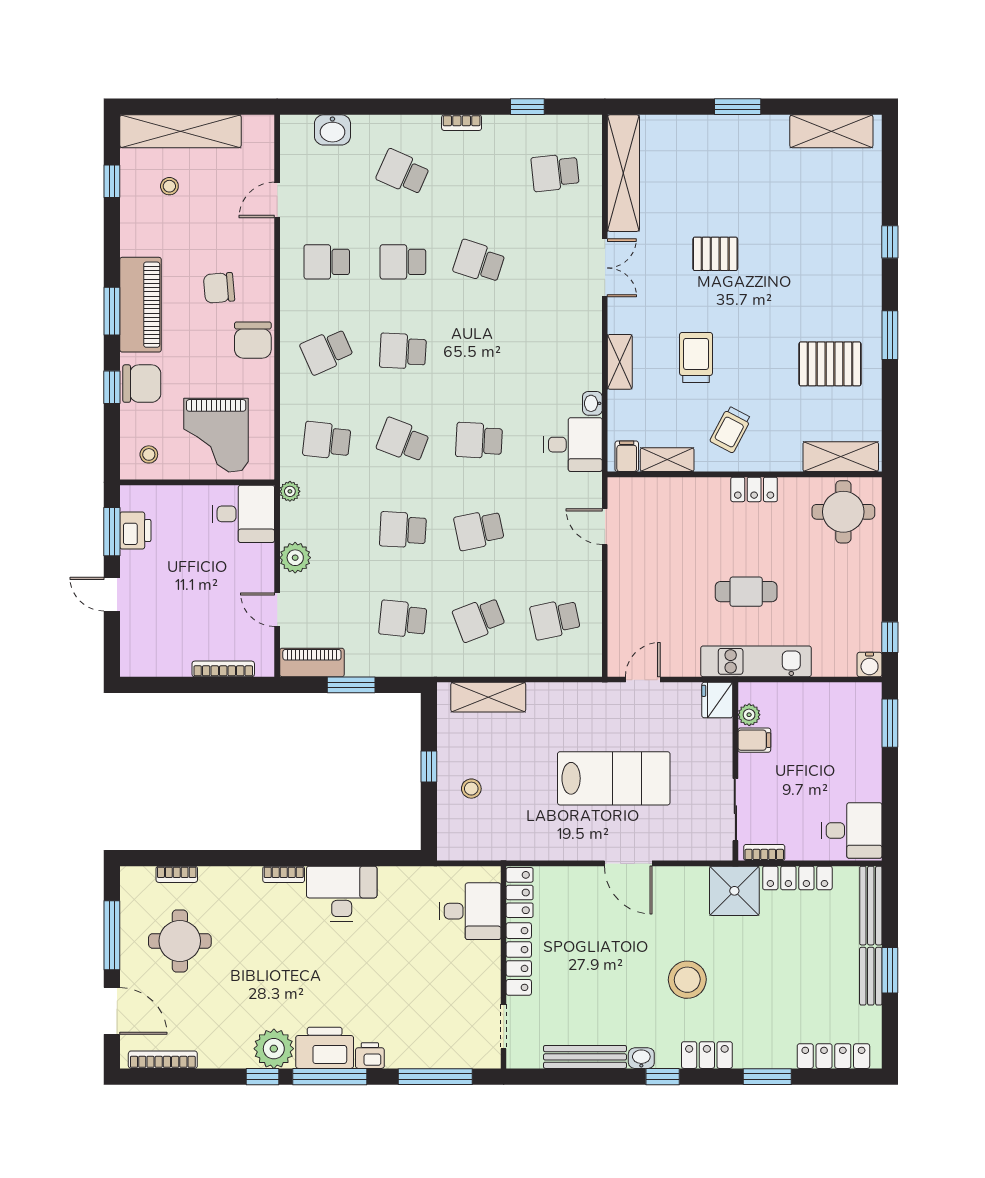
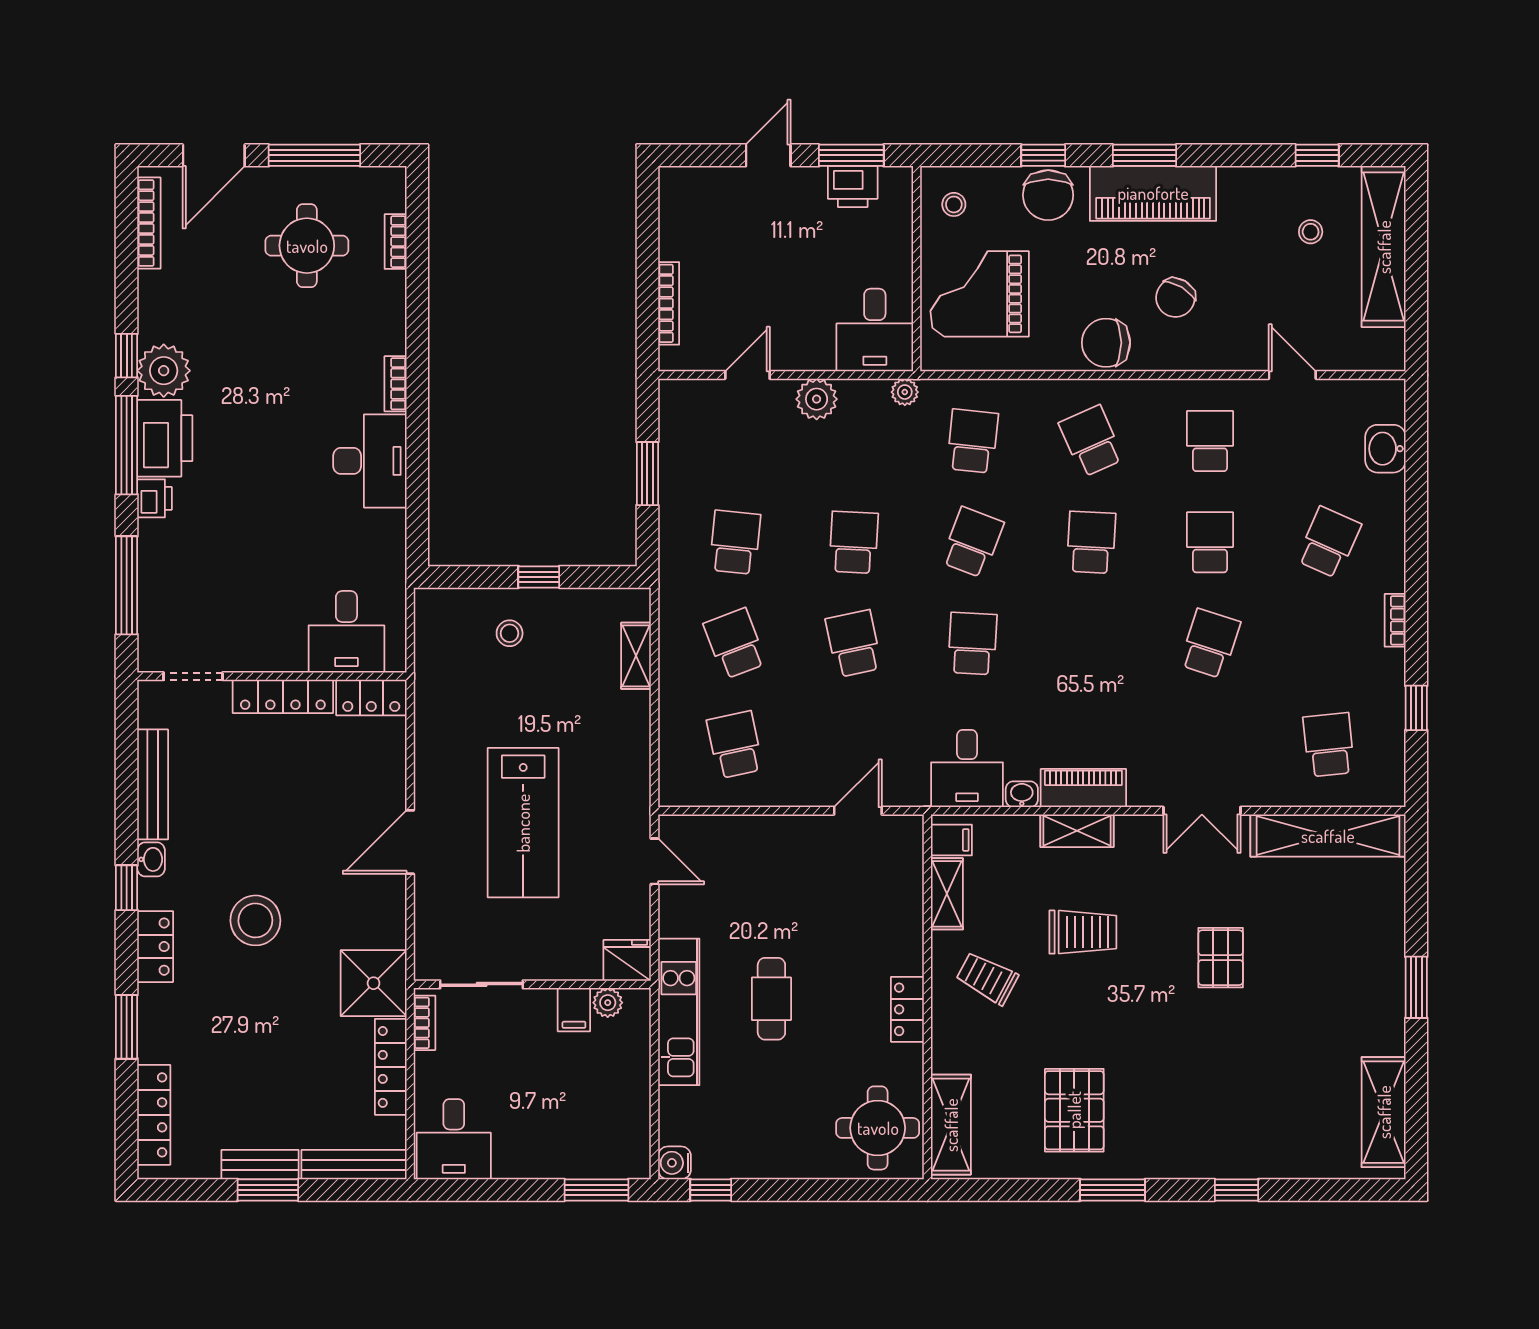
chair: (219, 288) -> (1175, 298), turned -144
piano: (312, 662) -> (1083, 788), moved, turned -90
shelving: (488, 697) -> (636, 656), width x0.67, depth x0.75

